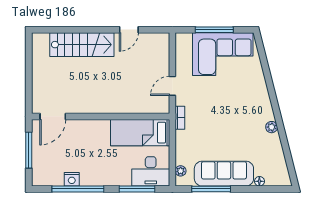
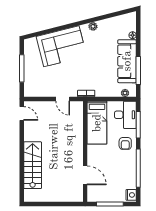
door: (129, 30) -> (22, 113), moved
corner sofa: (223, 54) -> (61, 46), moved, turned 76
door: (53, 116) -> (85, 175), moved
armchair: (112, 171) -> (125, 143), added
nightstand: (72, 179) -> (131, 195), moved

